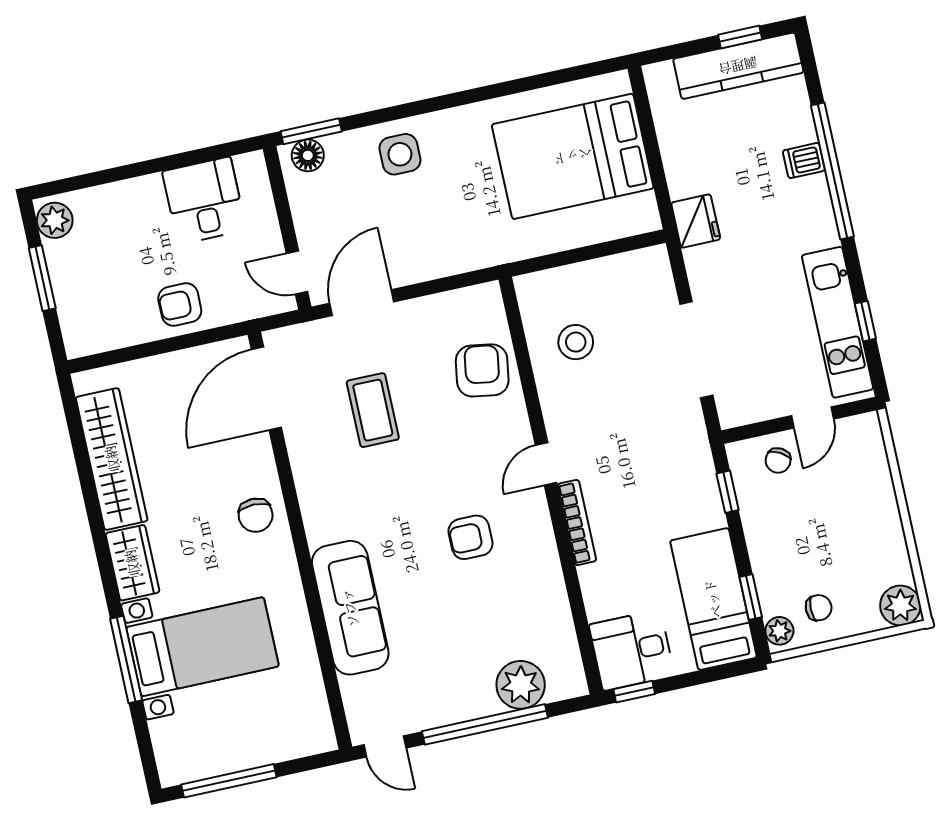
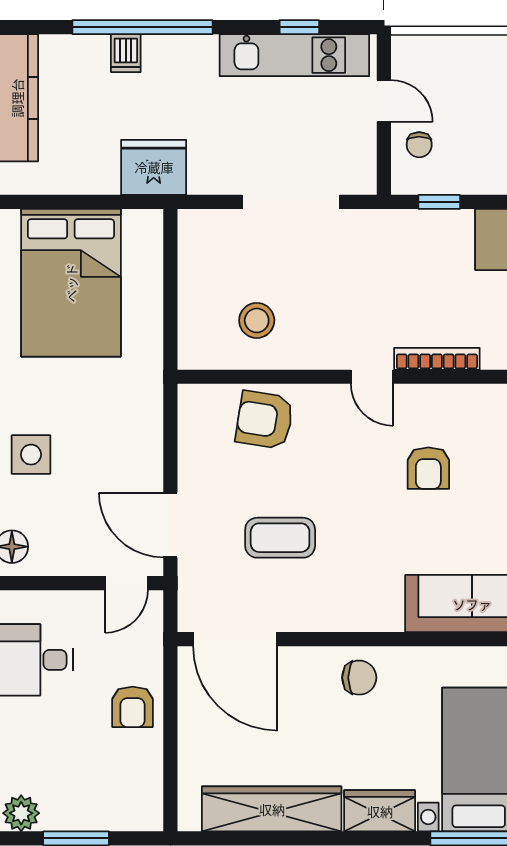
fridge: (696, 221) -> (154, 167), width x1.36, depth x1.34
chair: (778, 461) -> (419, 145), turned 61

